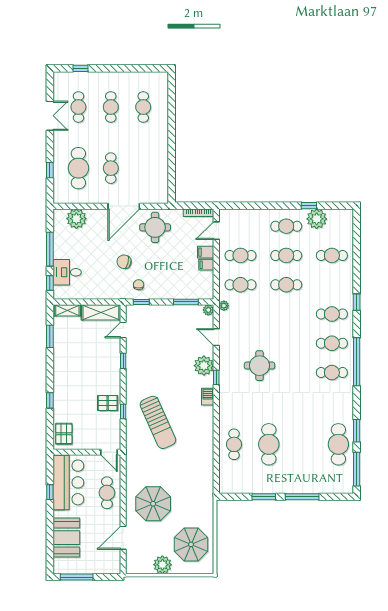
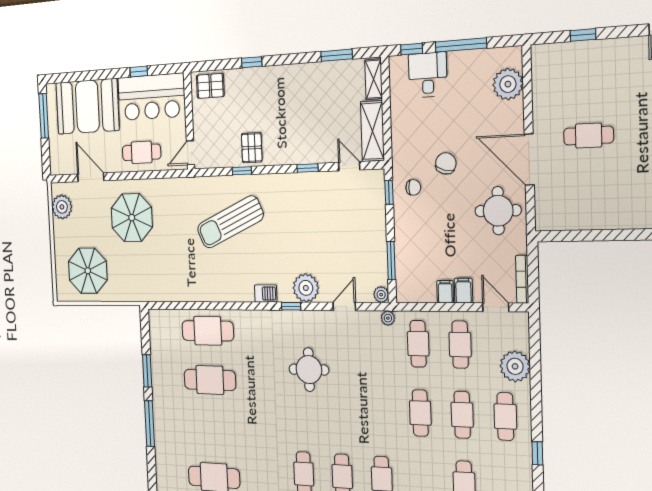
cafe table: (78, 168) -> (587, 82), removed
plant: (317, 219) -> (515, 366), moved
cafe table: (234, 444) -> (208, 331), width x1.37, depth x1.35
booth: (66, 538) -> (87, 106), width x1.36, depth x1.42
plant: (162, 565) -> (62, 207), moved

